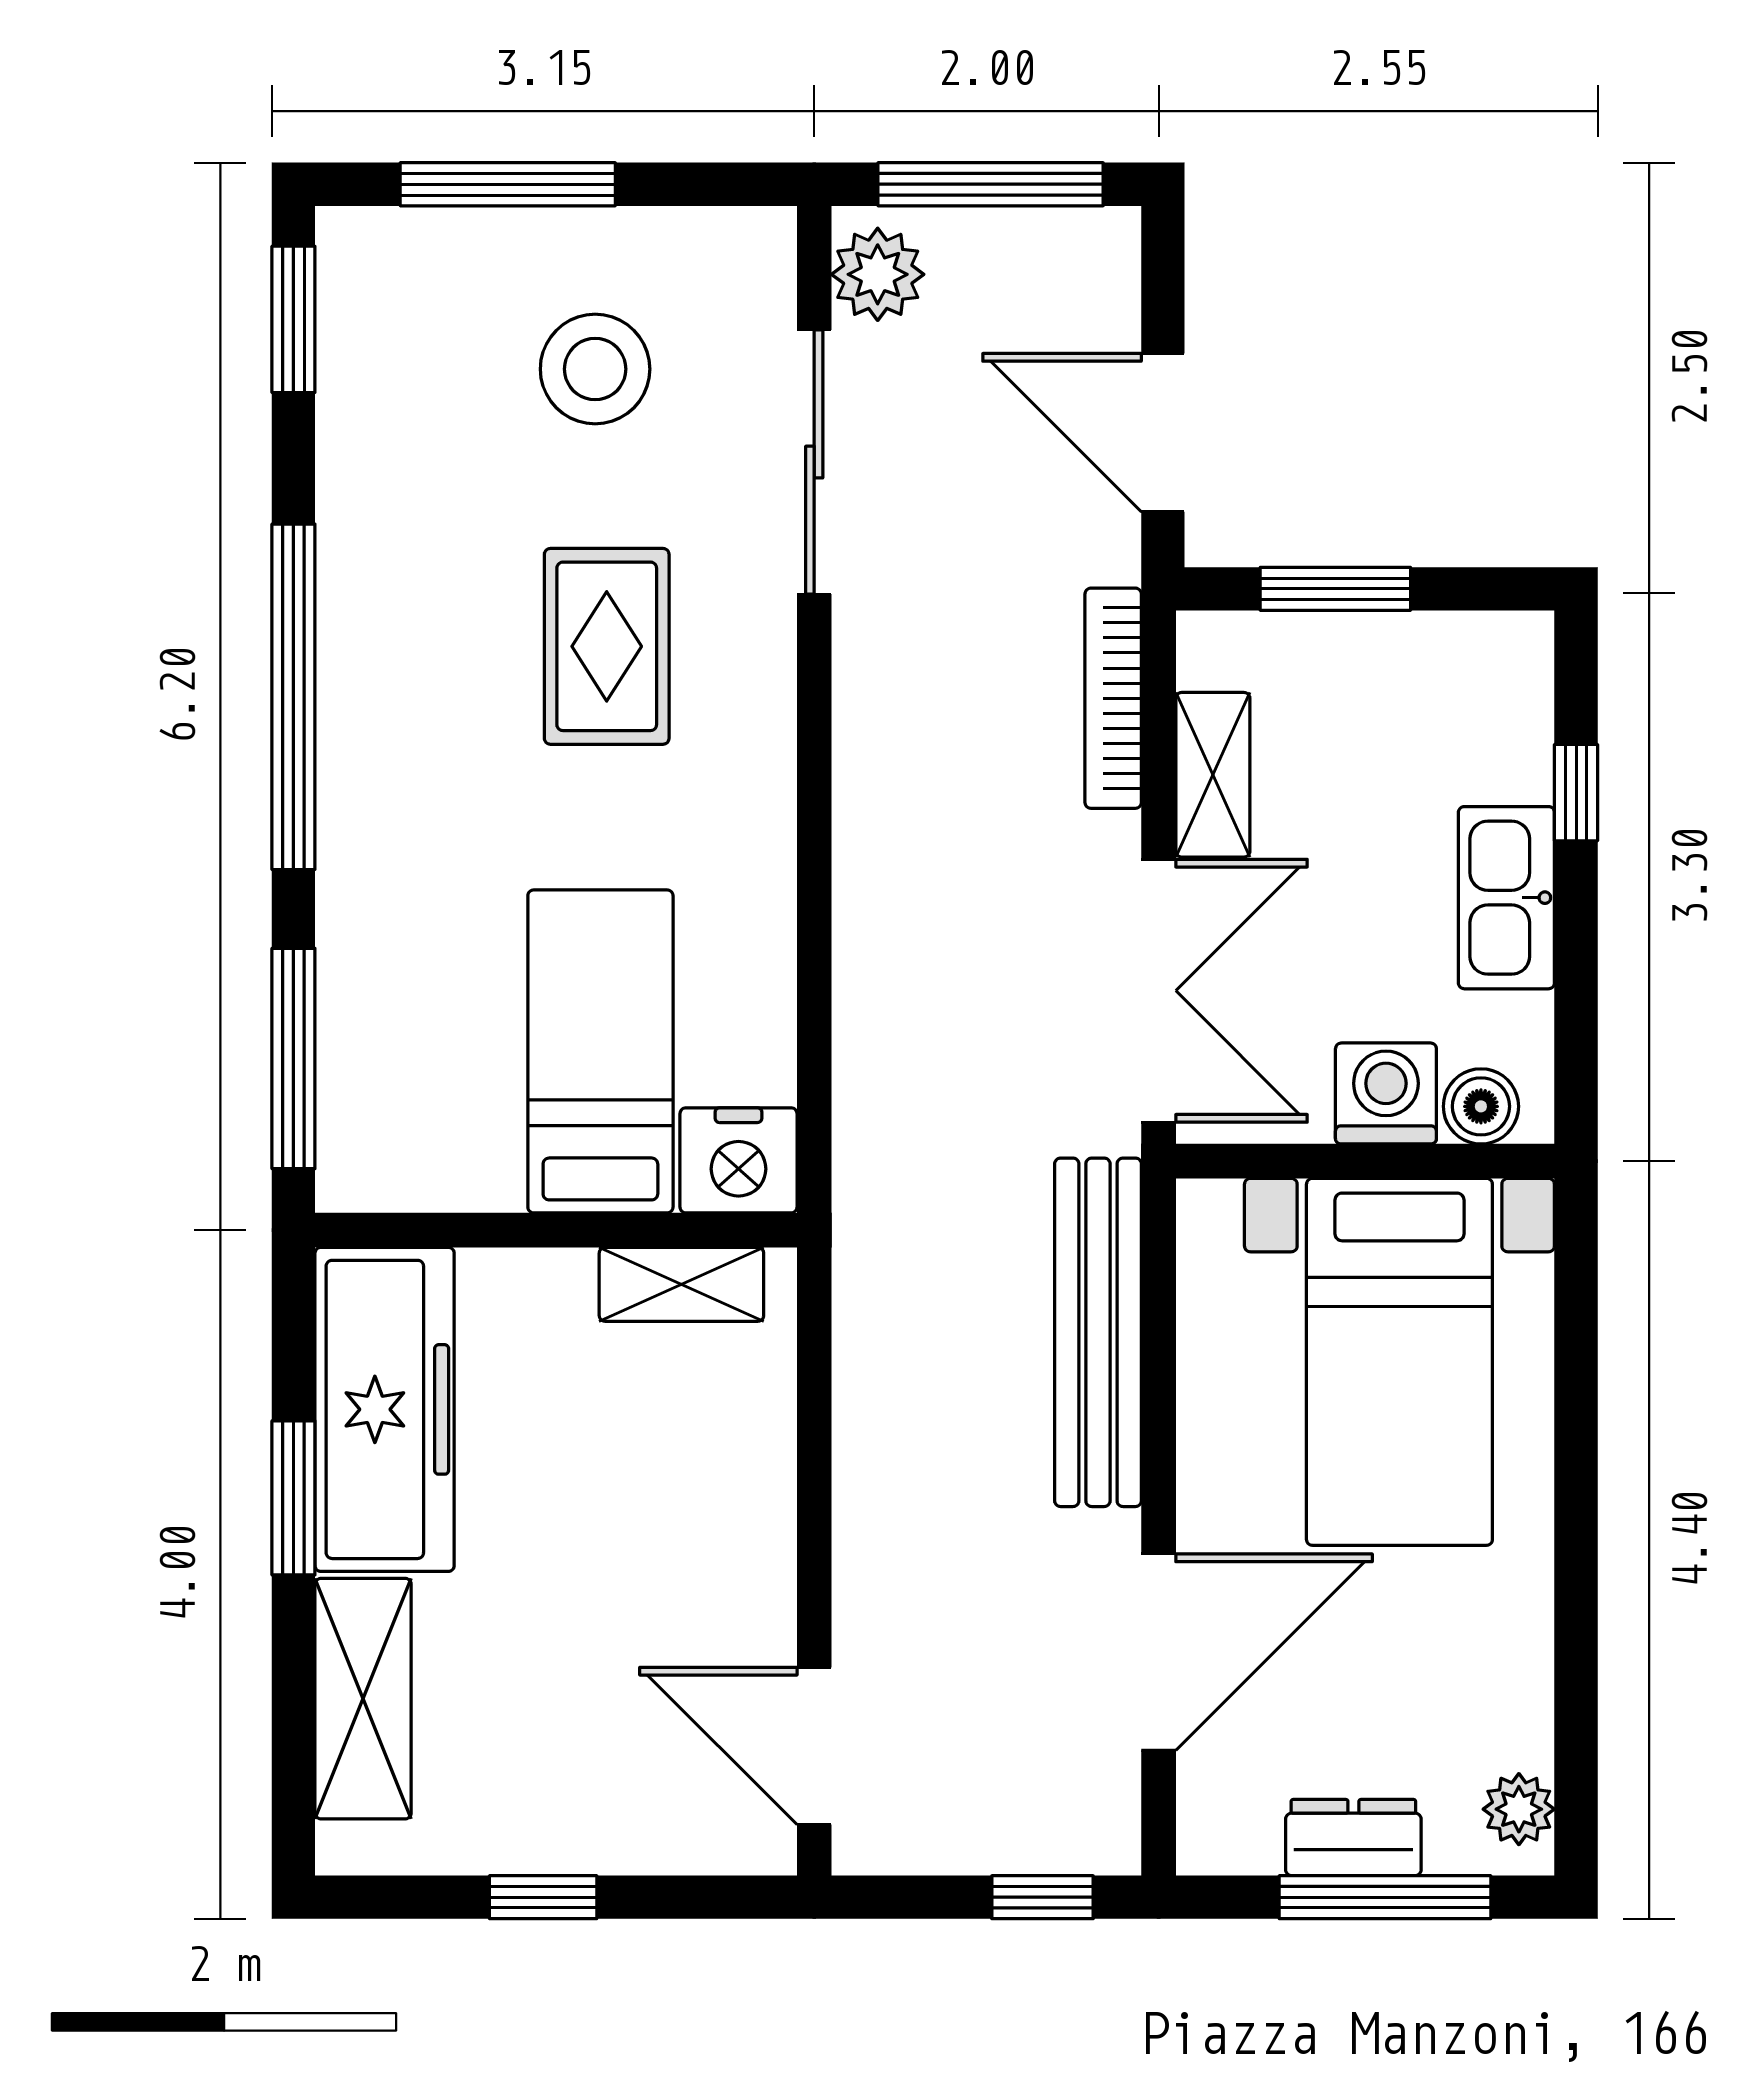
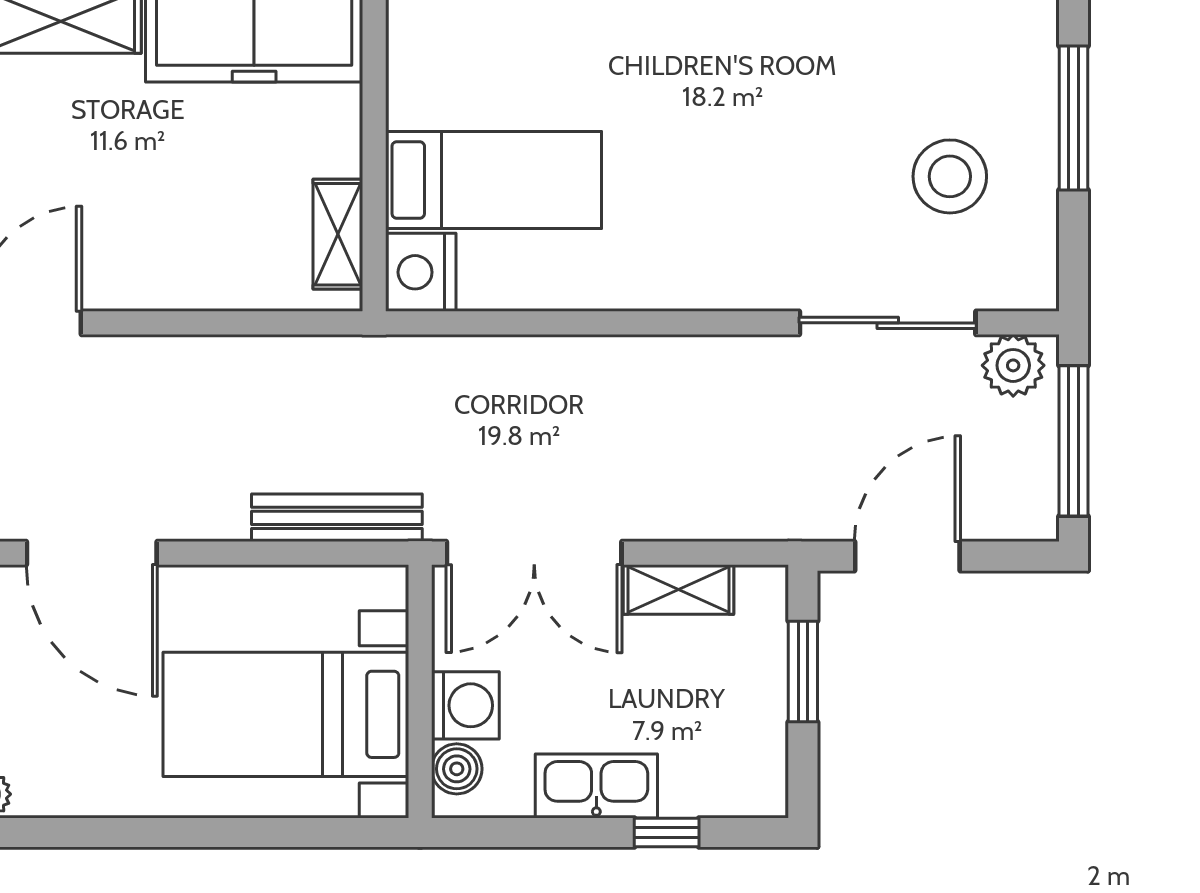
rug: (607, 646) -> (764, 184), removed
bookcase: (1113, 698) -> (730, 523), removed
bench: (1098, 1332) -> (337, 518), width x0.73, depth x0.82

